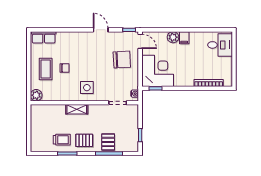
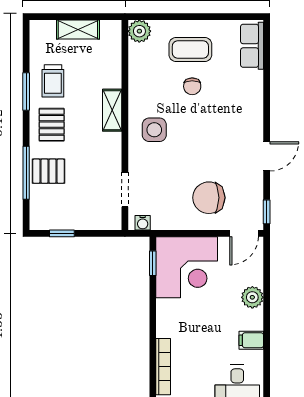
filing cabinet: (184, 38) -> (251, 340), moved
chair: (122, 60) -> (209, 198), turned 93
shelving: (35, 127) -> (78, 29), added

